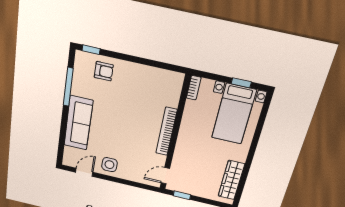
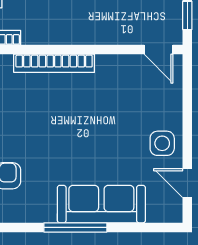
window: (68, 87) -> (75, 227), moved
bookcase: (166, 132) -> (54, 63), moved

